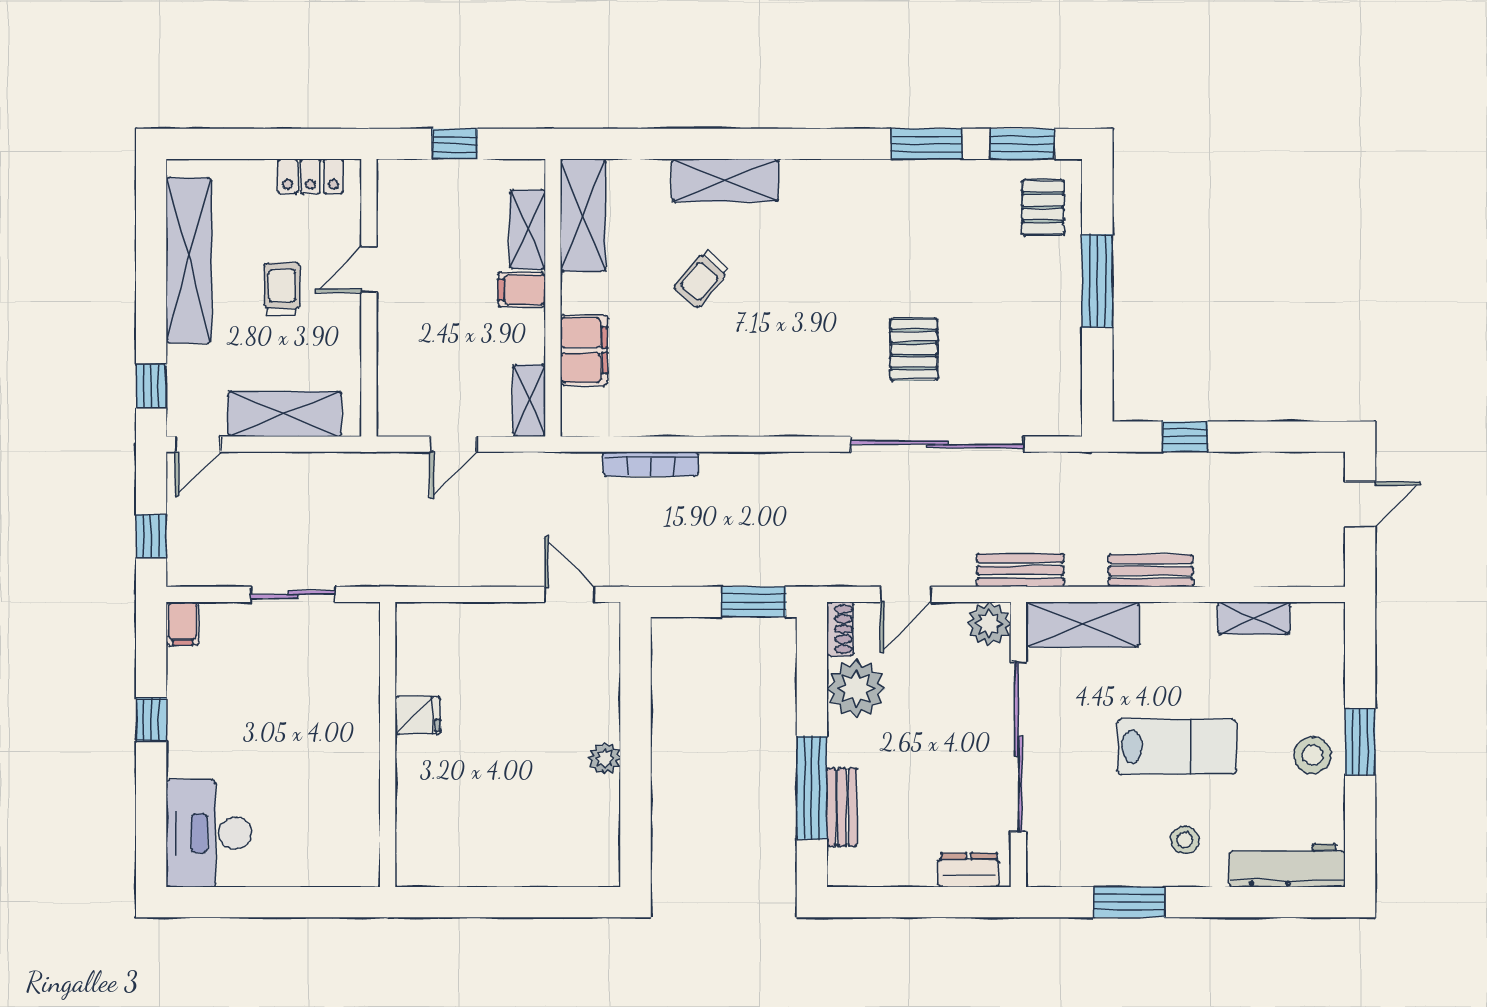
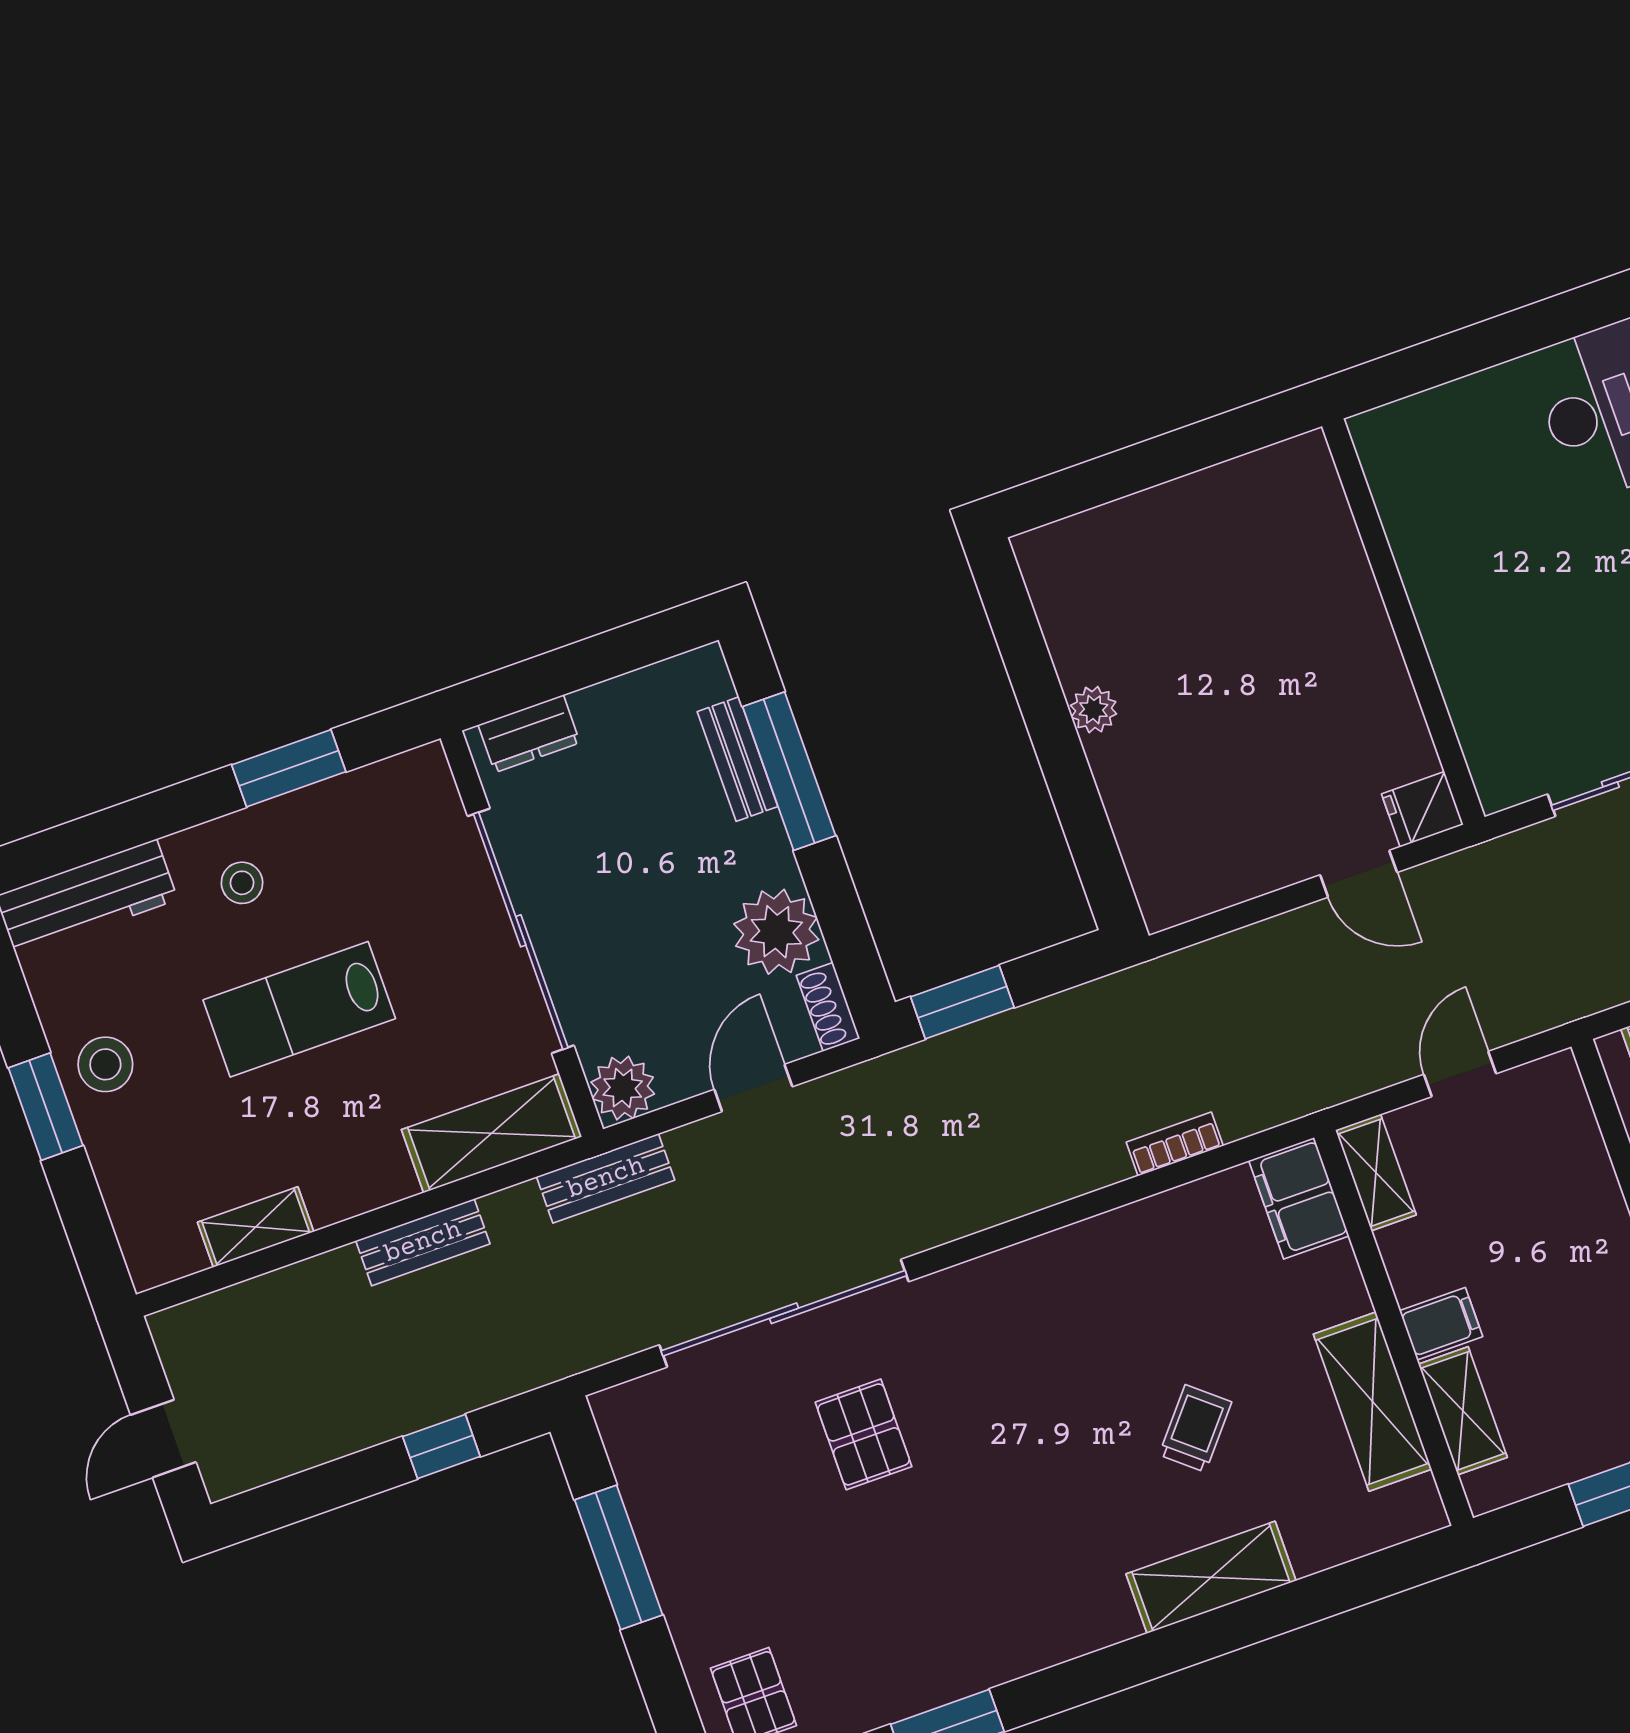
shelving: (583, 215) -> (1373, 1402), moved
window: (1097, 281) -> (619, 1557), moved
filing cabinet: (584, 350) -> (1299, 1198), moved
bookcase: (651, 464) -> (1175, 1144), width x0.64
door: (569, 594) -> (1359, 874), moved
fridge: (418, 715) -> (1422, 809), moved

